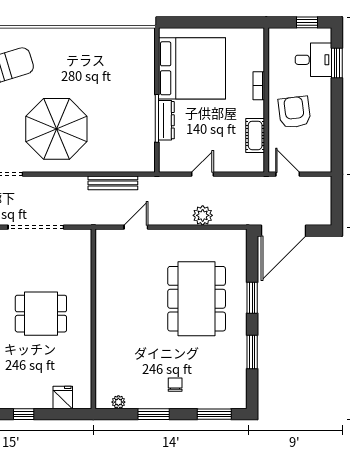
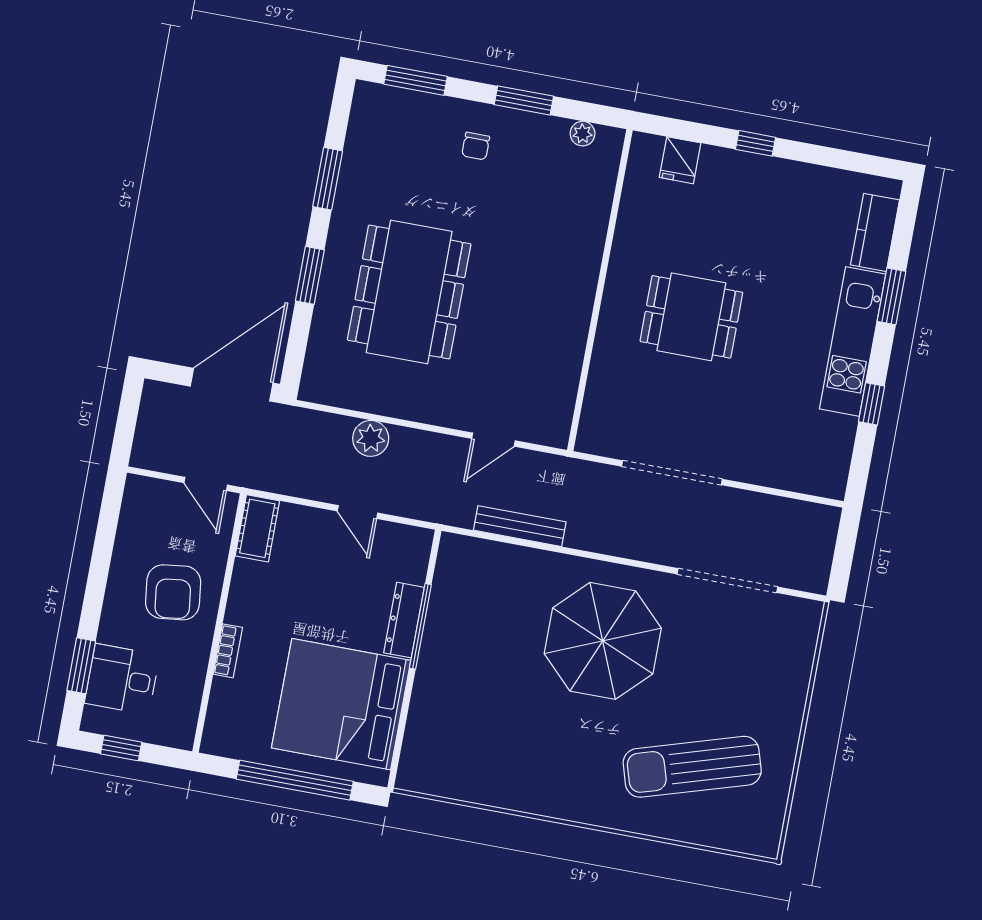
window: (210, 22) -> (295, 780), added
cot: (255, 135) -> (257, 528), moved
door: (202, 174) -> (357, 512), hinge flipped

